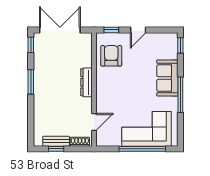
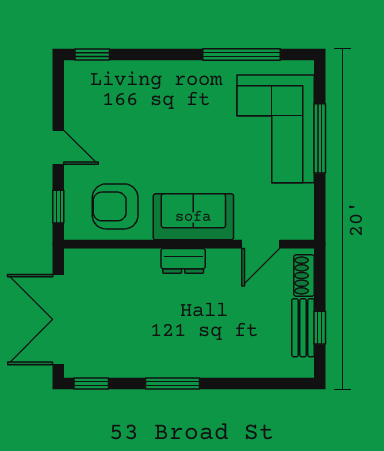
sofa: (167, 78) -> (193, 217), moved, turned 180
dresser: (87, 82) -> (183, 261), width x0.70
window: (180, 95) -> (242, 54), moved
door: (94, 122) -> (261, 244), swing flipped
window: (142, 149) -> (320, 138), width x0.68

